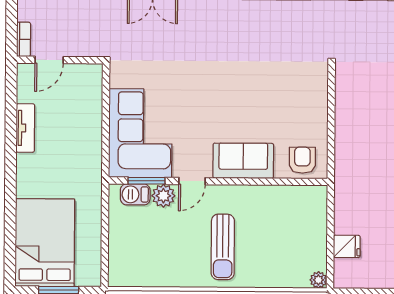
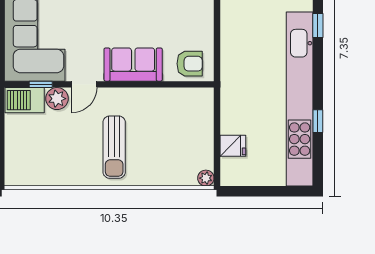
armchair: (302, 160) -> (190, 64), turned 90
window: (147, 181) -> (41, 84), width x0.67
barbecue: (135, 194) -> (25, 100), width x1.38, depth x1.27

